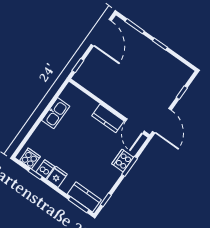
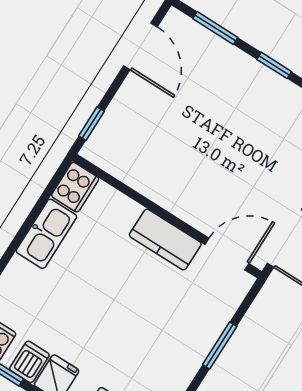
door: (101, 33) -> (140, 46), width x0.73
door: (135, 126) -> (227, 254), swing flipped
cooker: (123, 161) -> (75, 187), moved, turned 180

